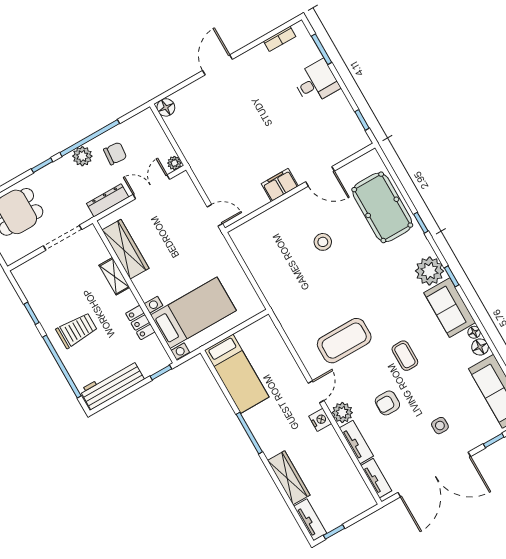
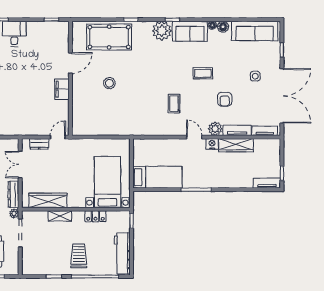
plant: (174, 163) -> (14, 214), moved
dresser: (192, 196) -> (39, 144), added
coffee table: (344, 341) -> (174, 104), width x0.54, depth x0.58
wardrobe: (289, 478) -> (236, 145), moved, turned 180

